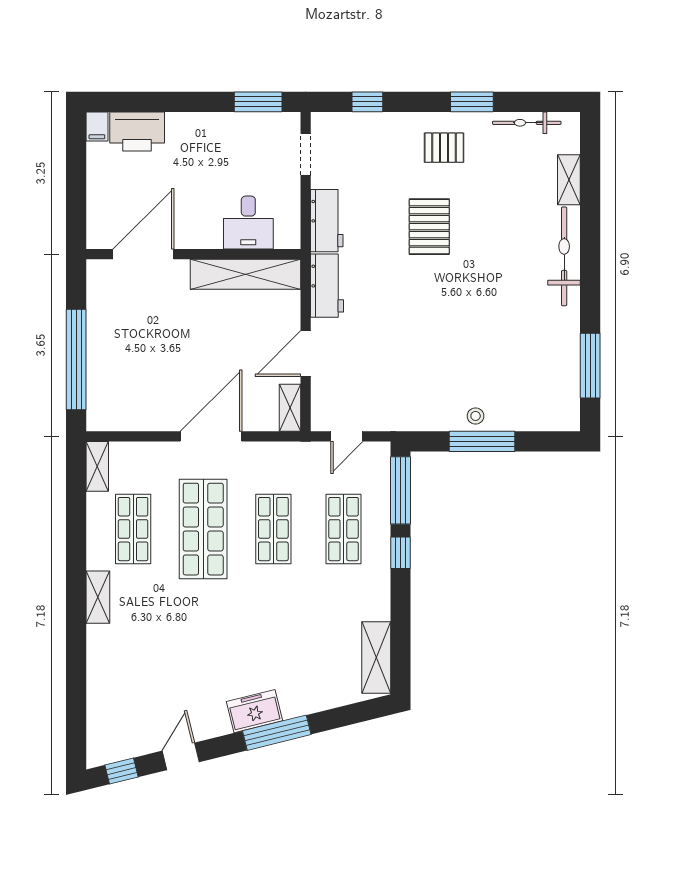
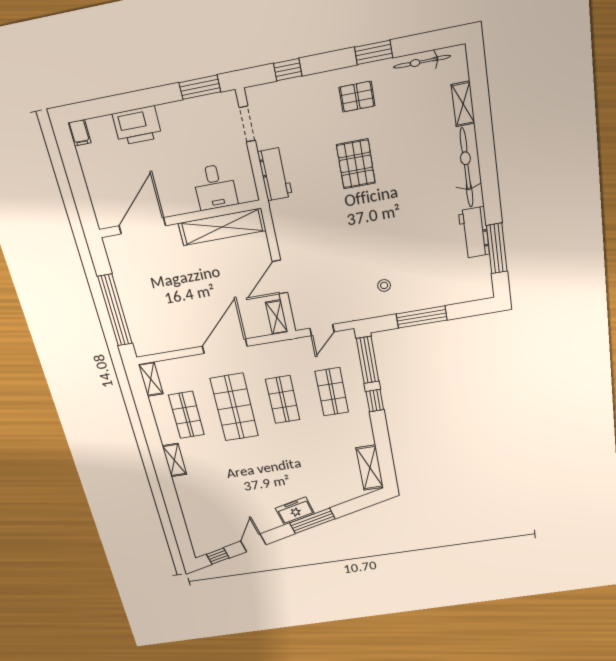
printer: (137, 131) -> (137, 126), moved
workbench: (327, 286) -> (474, 233), moved, turned 180
stool: (476, 416) -> (384, 285), moved

